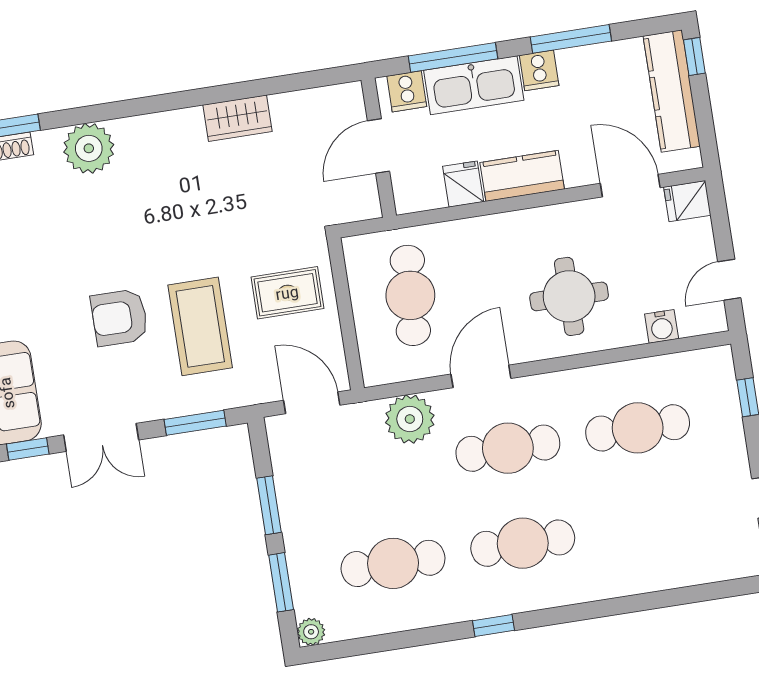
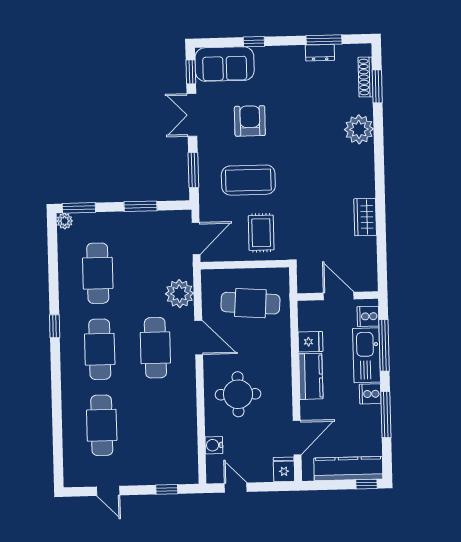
armchair: (119, 318) -> (250, 121), moved
cafe table: (638, 428) -> (102, 425), moved
window: (281, 582) -> (79, 208), moved

